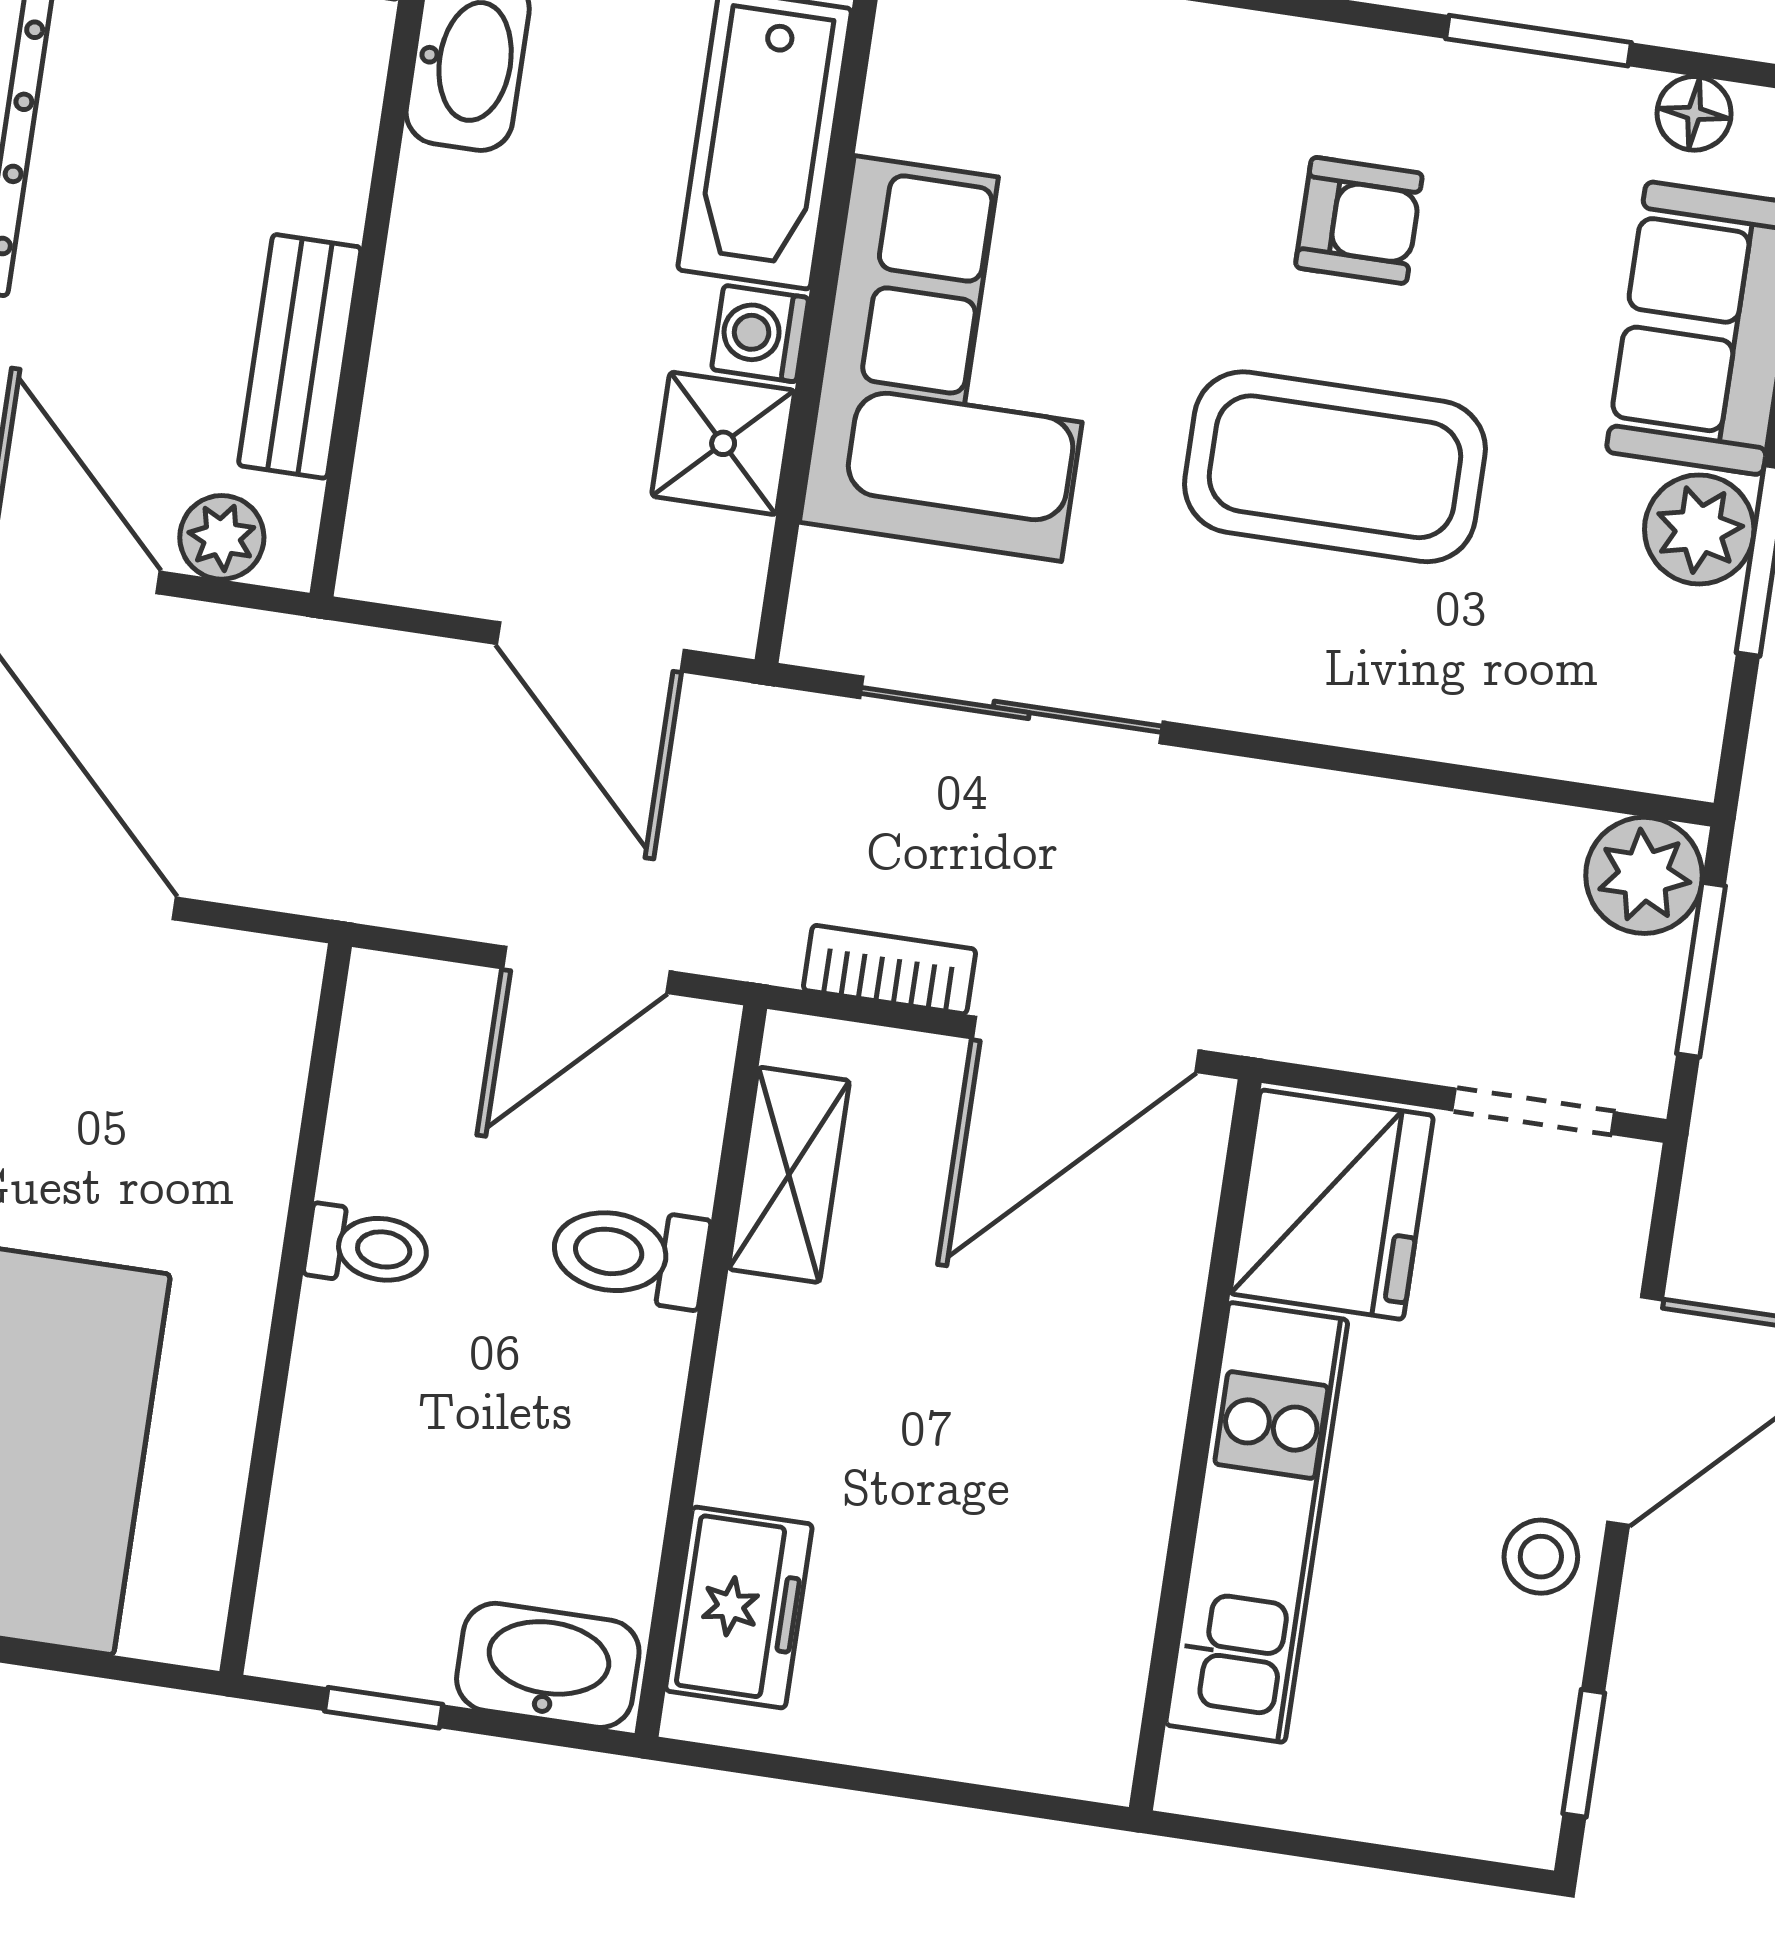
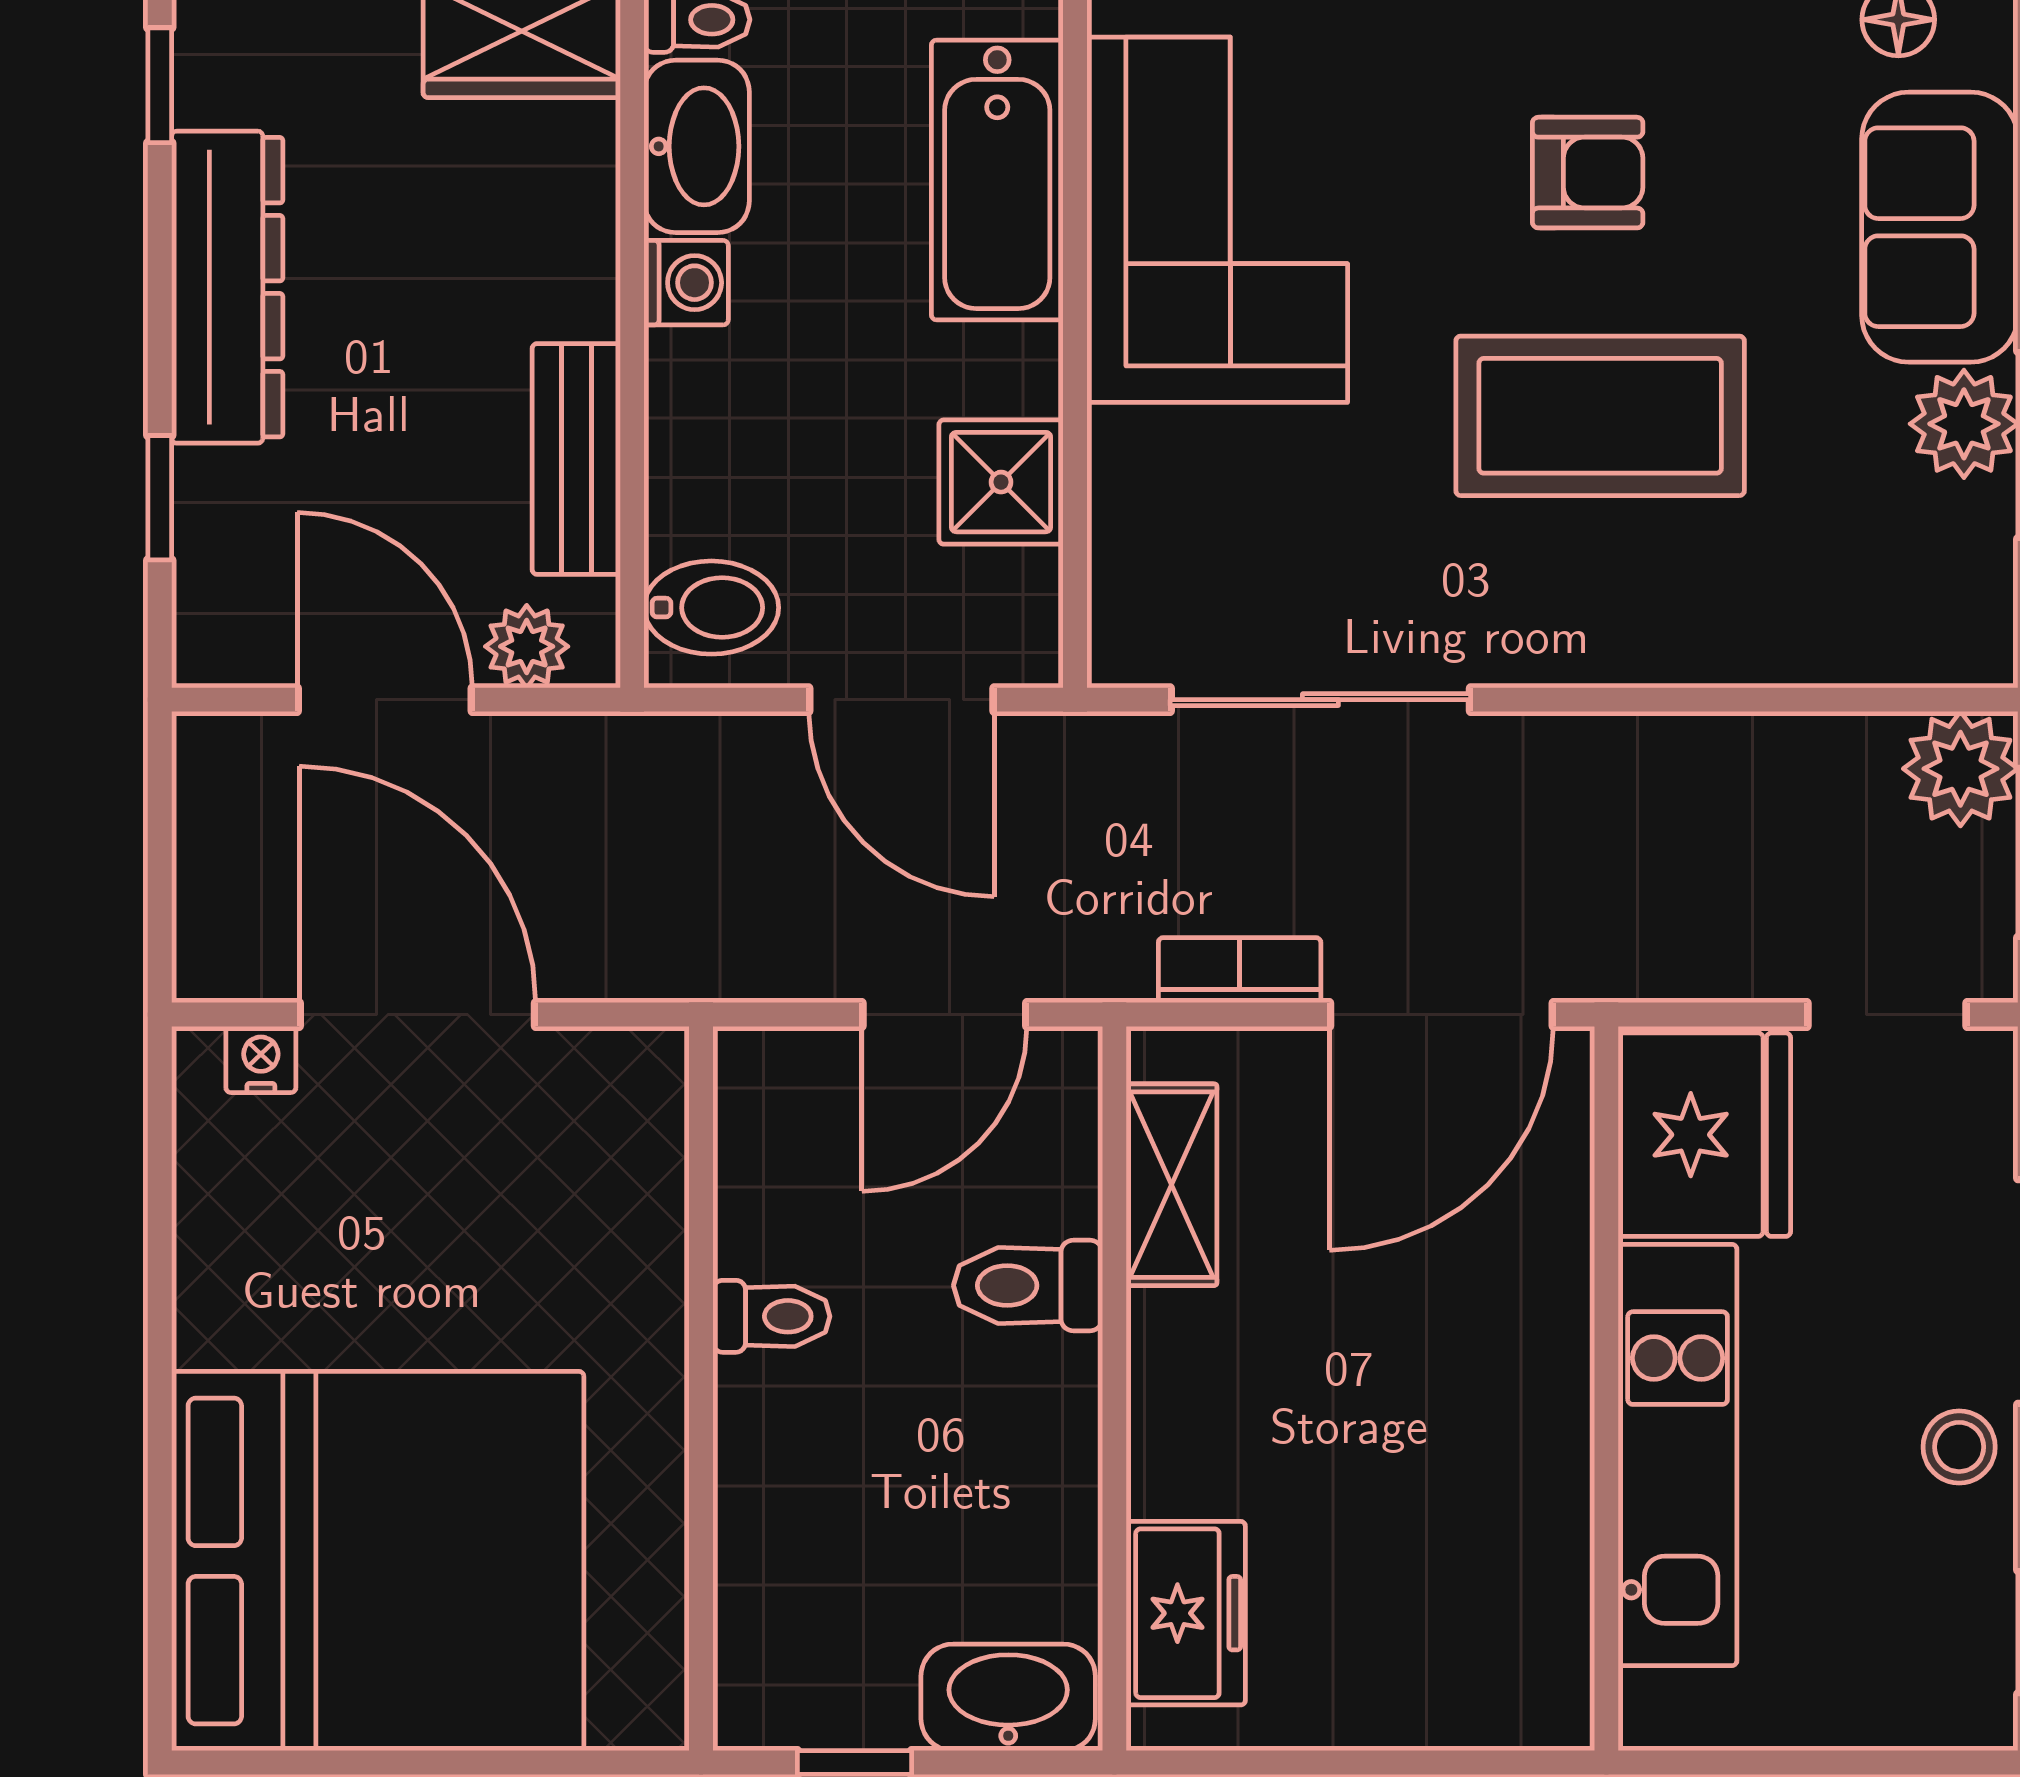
washing machine: (760, 334) -> (686, 283), moved, turned 180
corner sofa: (958, 358) -> (1217, 220), moved
bidet: (413, 526) -> (711, 608), added

